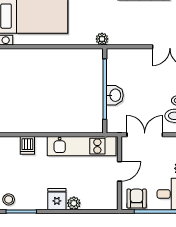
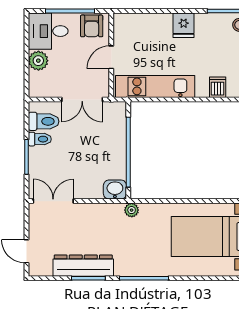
washbasin: (115, 95) -> (115, 190), moved, turned 90
plant: (74, 203) -> (164, 20), removed

